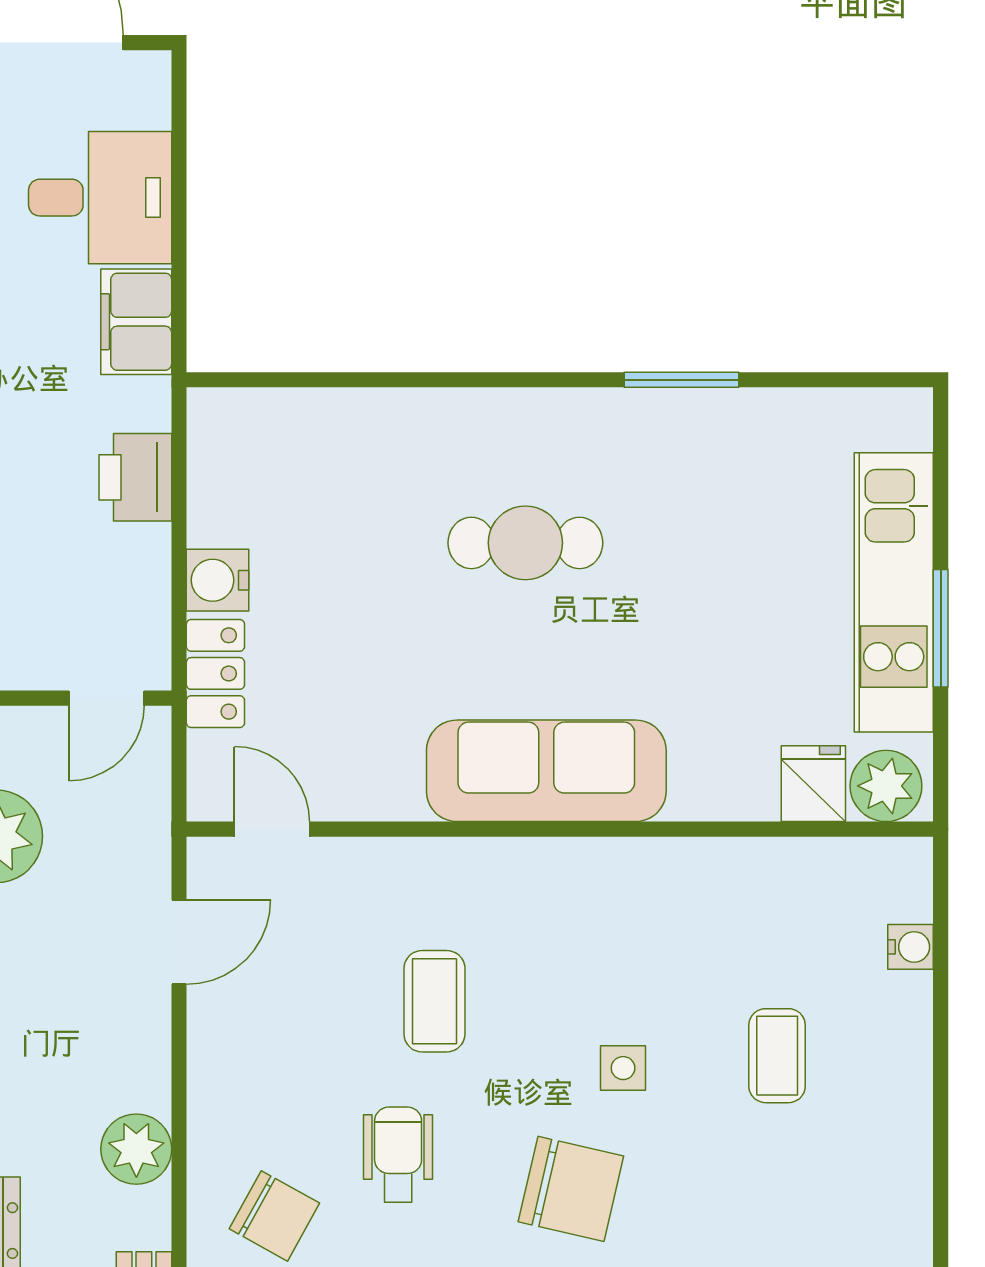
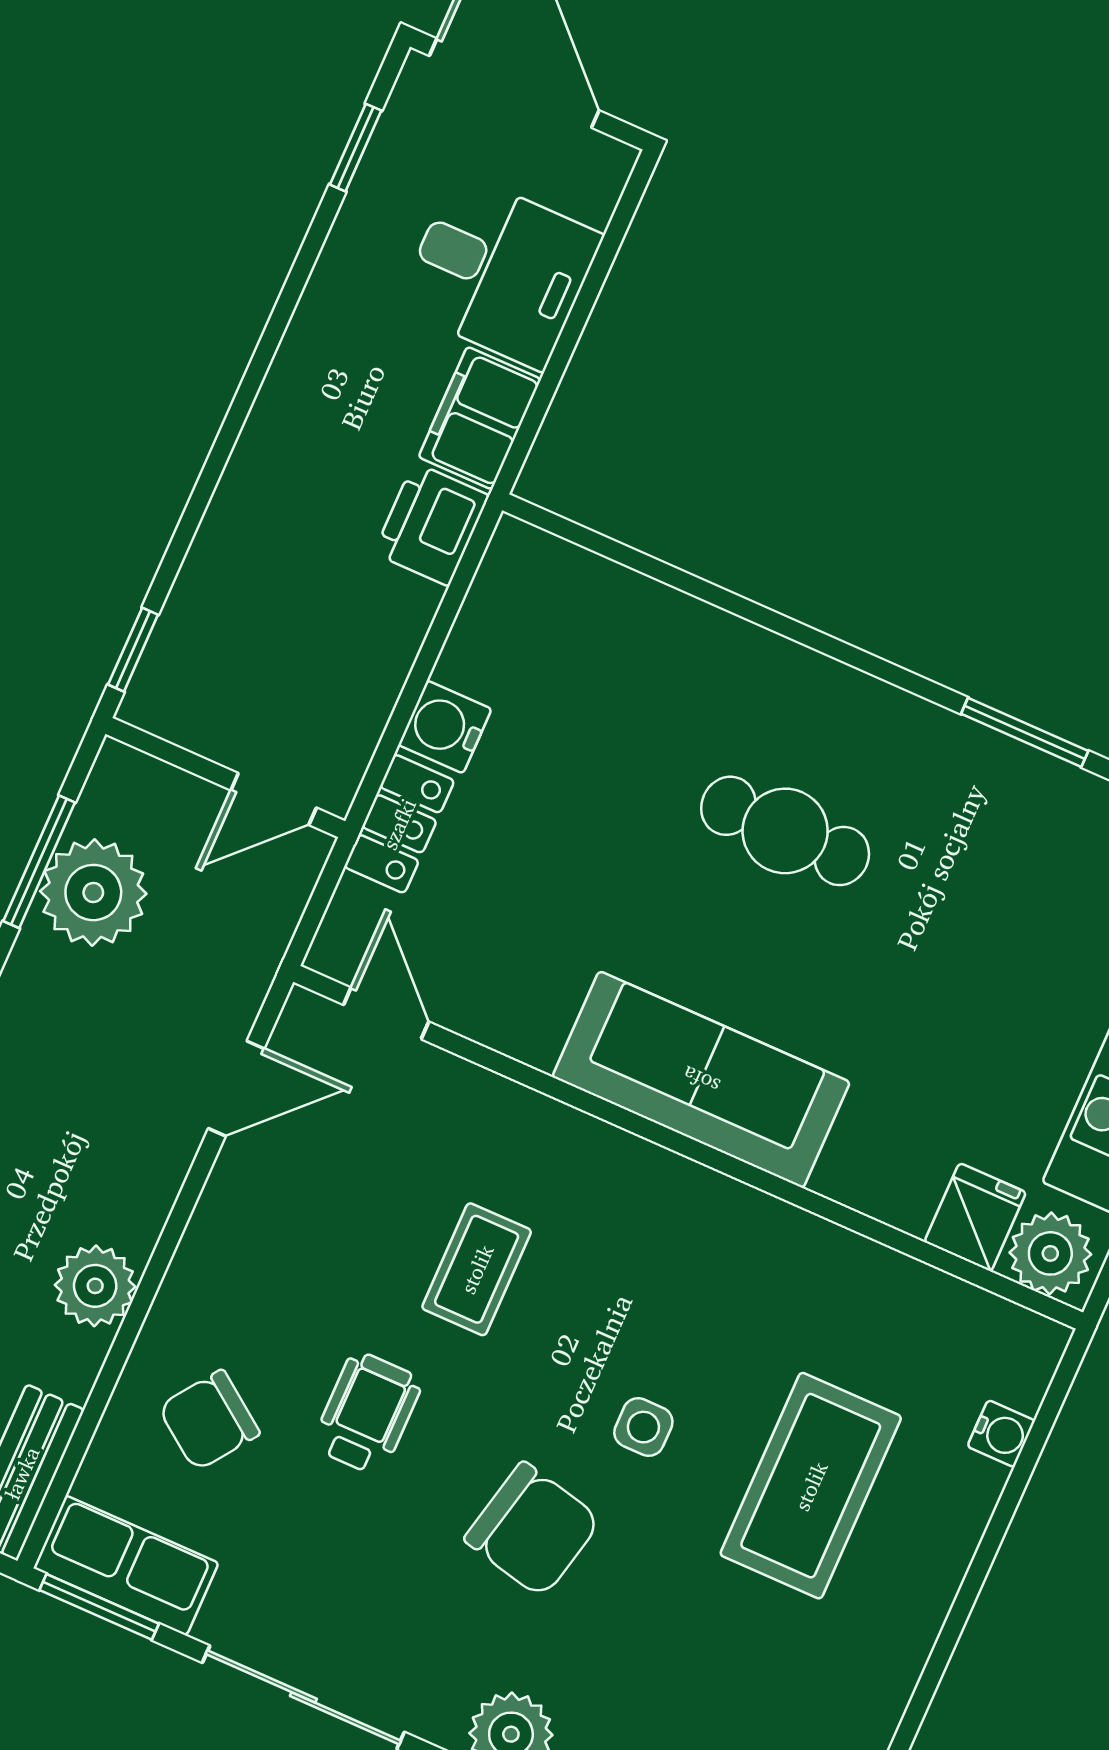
printer: (135, 477) -> (431, 524), moved
coffee table: (777, 1056) -> (811, 1486), width x1.86, depth x1.72
chair: (274, 1216) -> (209, 1420), turned 97

